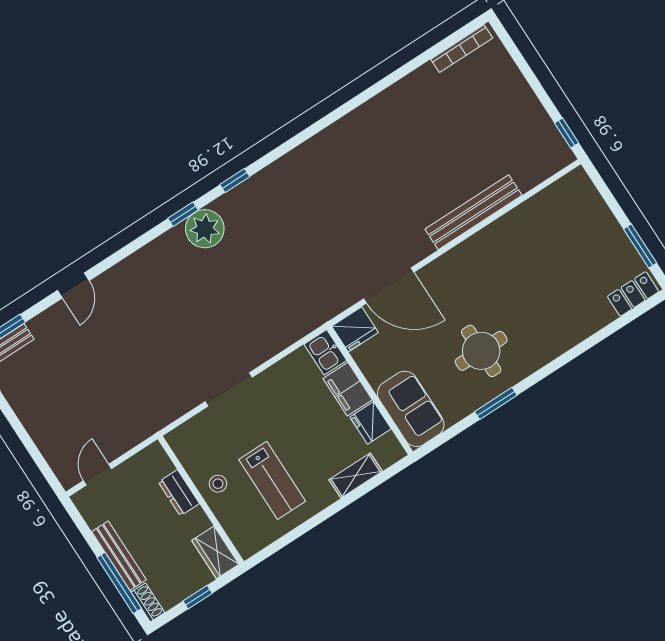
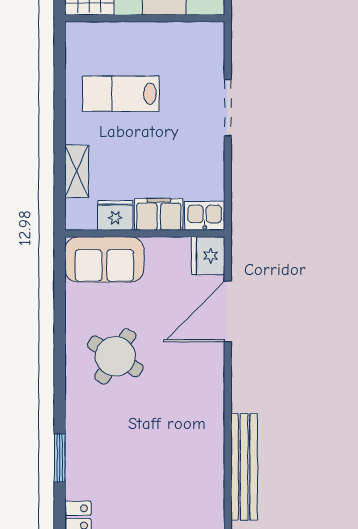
bench: (473, 212) -> (244, 467), moved
round table: (481, 351) -> (115, 356), turned 32
window: (496, 403) -> (60, 458), moved
stool: (218, 484) -> (149, 43), removed

